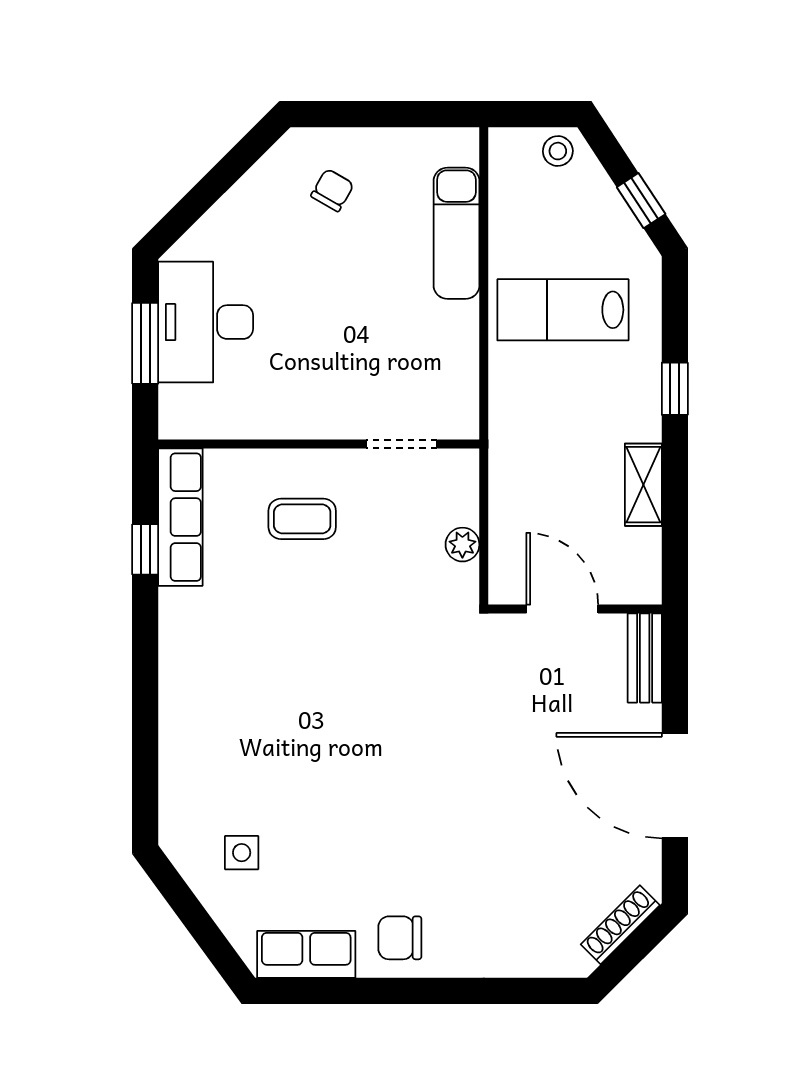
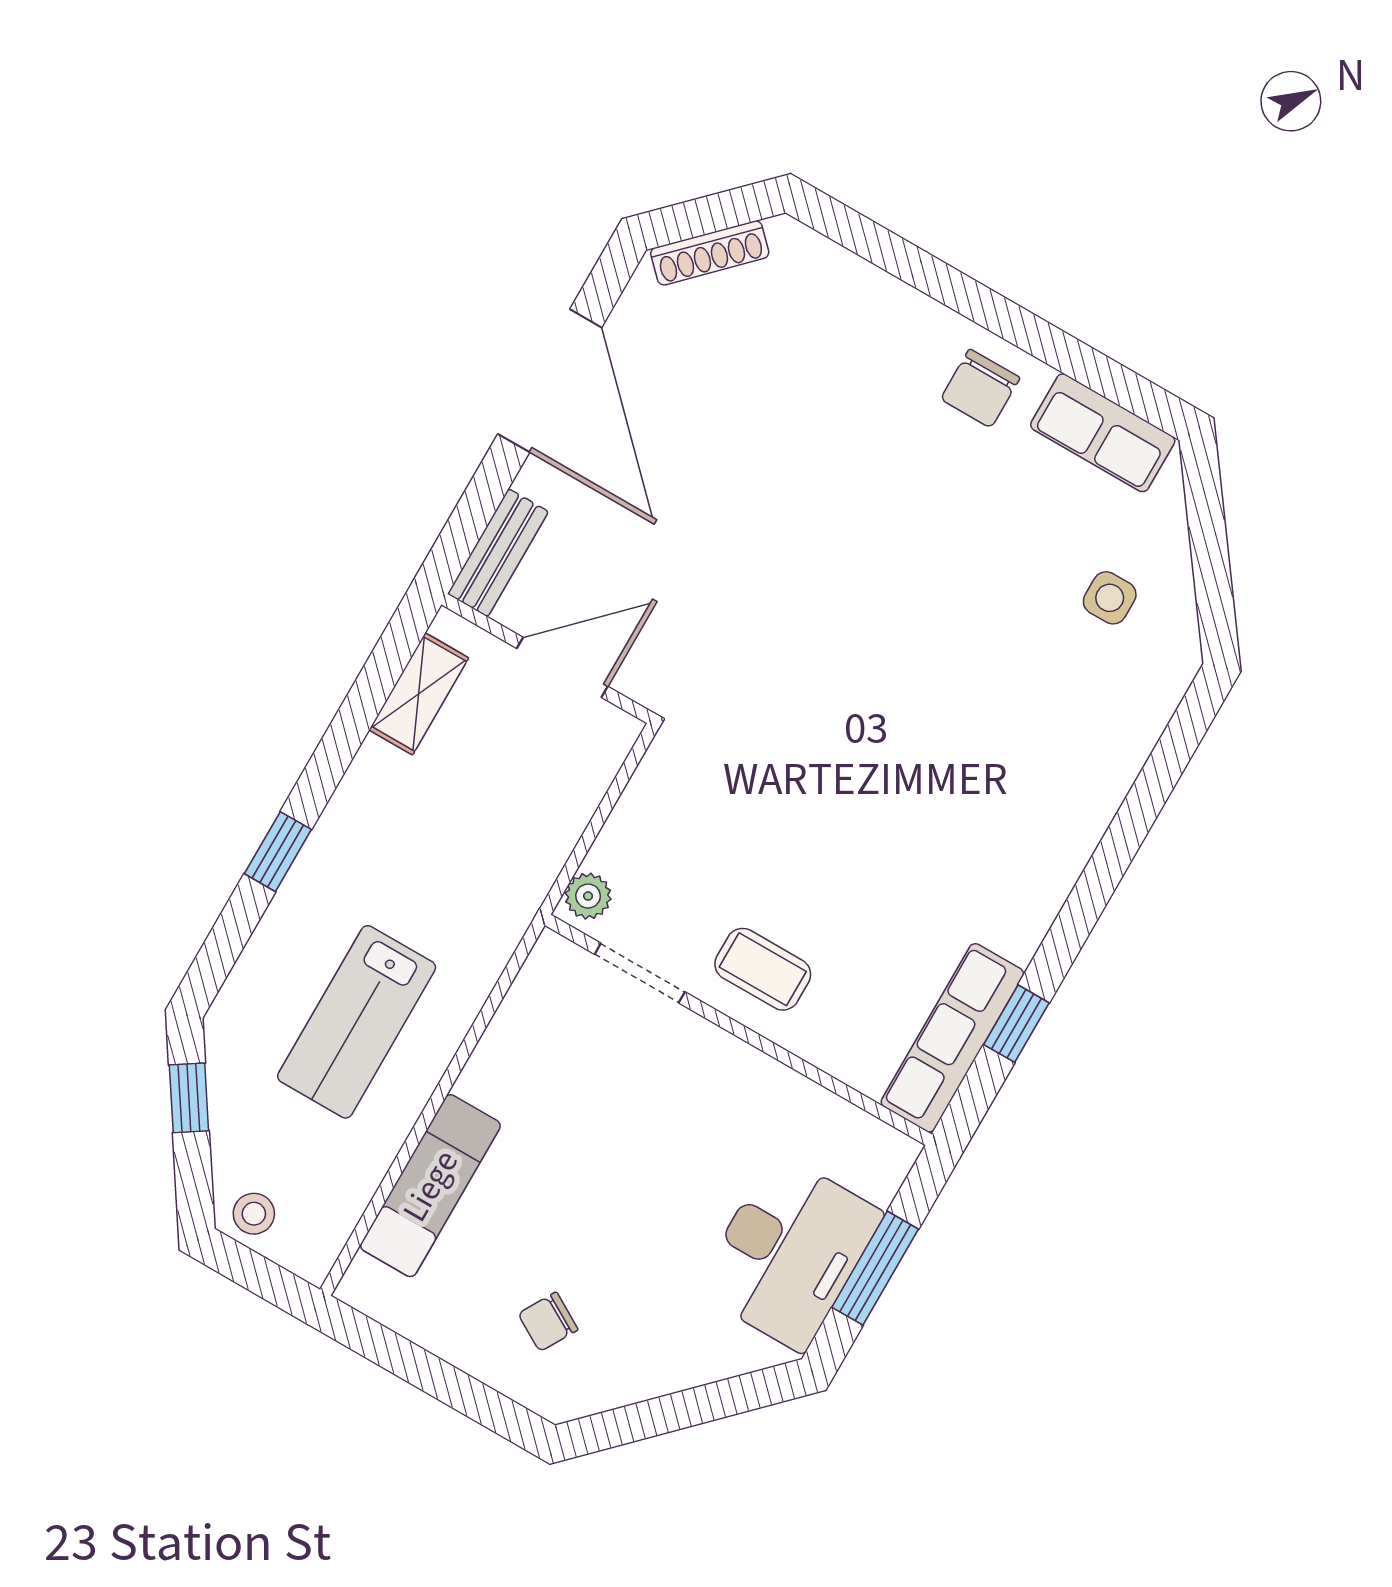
lab bench: (563, 310) -> (357, 1022), turned 90
shelving: (643, 485) -> (419, 694), moved
coffee table: (302, 519) -> (763, 969), moved
plant: (462, 545) -> (588, 896), moved
door: (562, 609) -> (562, 667), swing flipped
chair: (400, 938) -> (980, 388), turned 90

